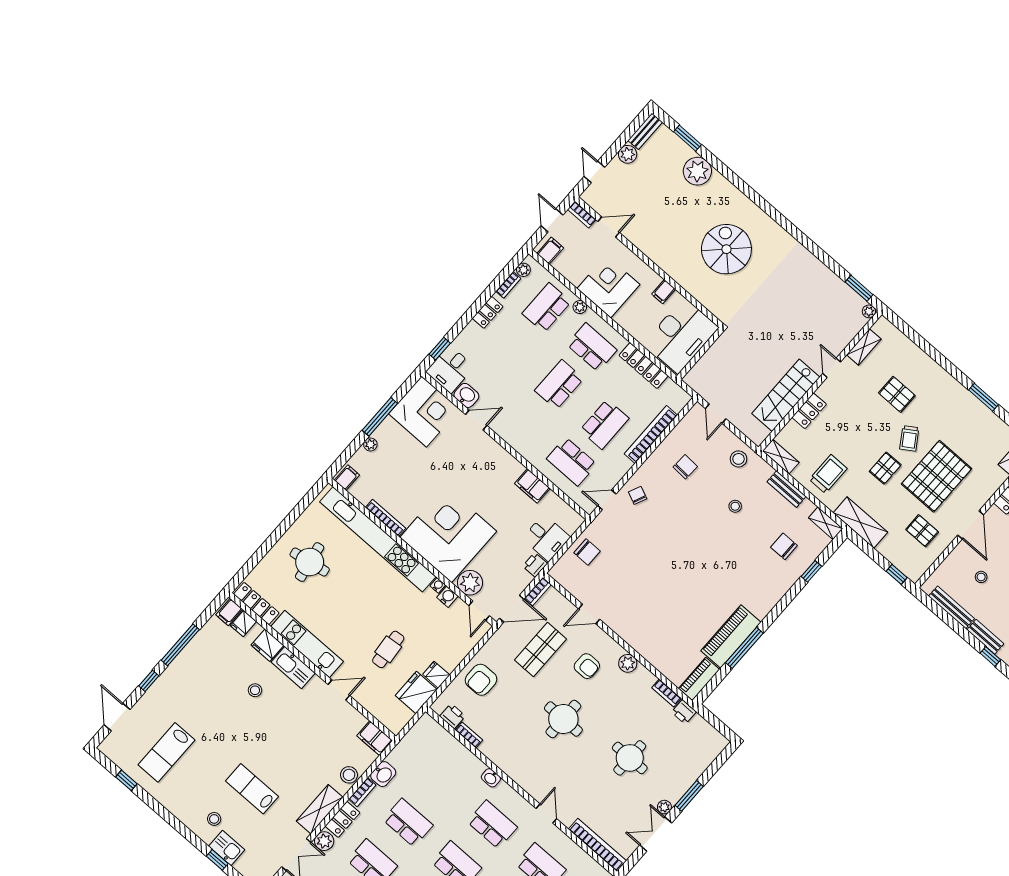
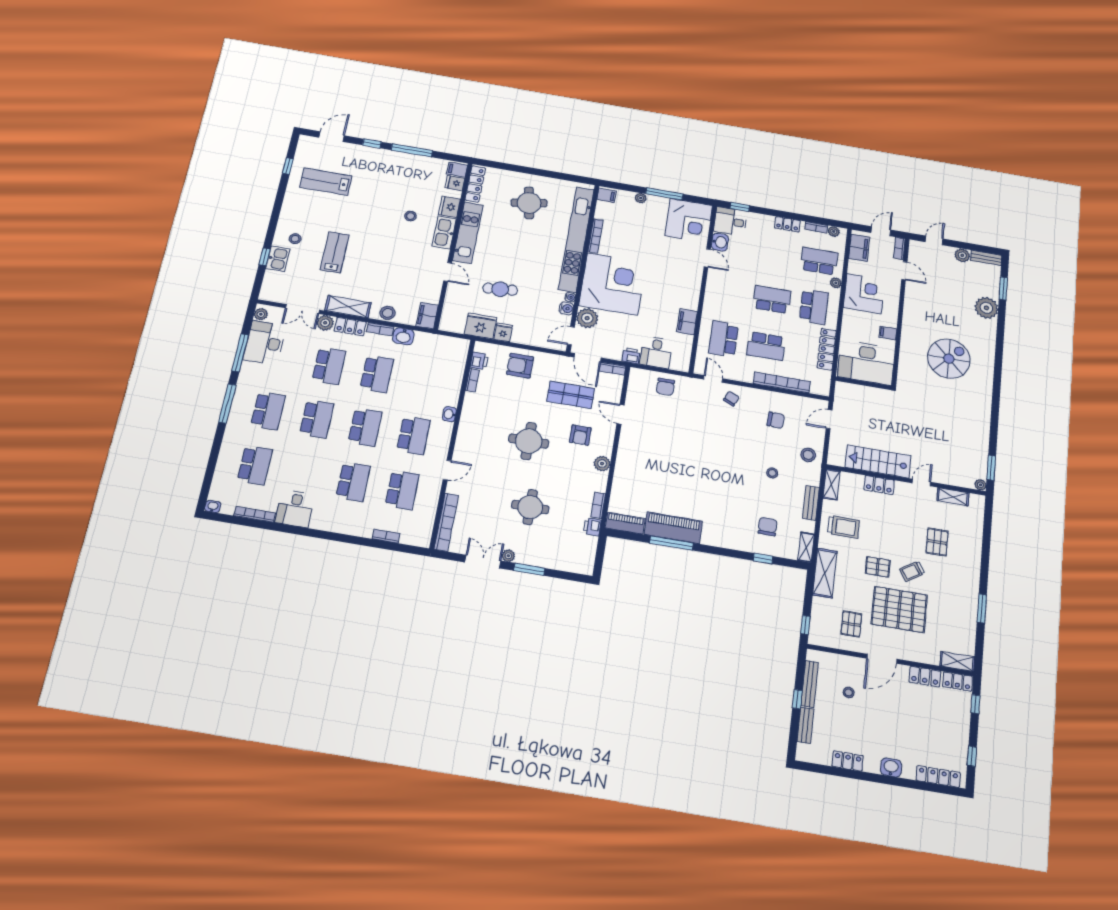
filing cabinet: (550, 251) -> (859, 248), width x2.00
window: (990, 656) -> (797, 699), moved

